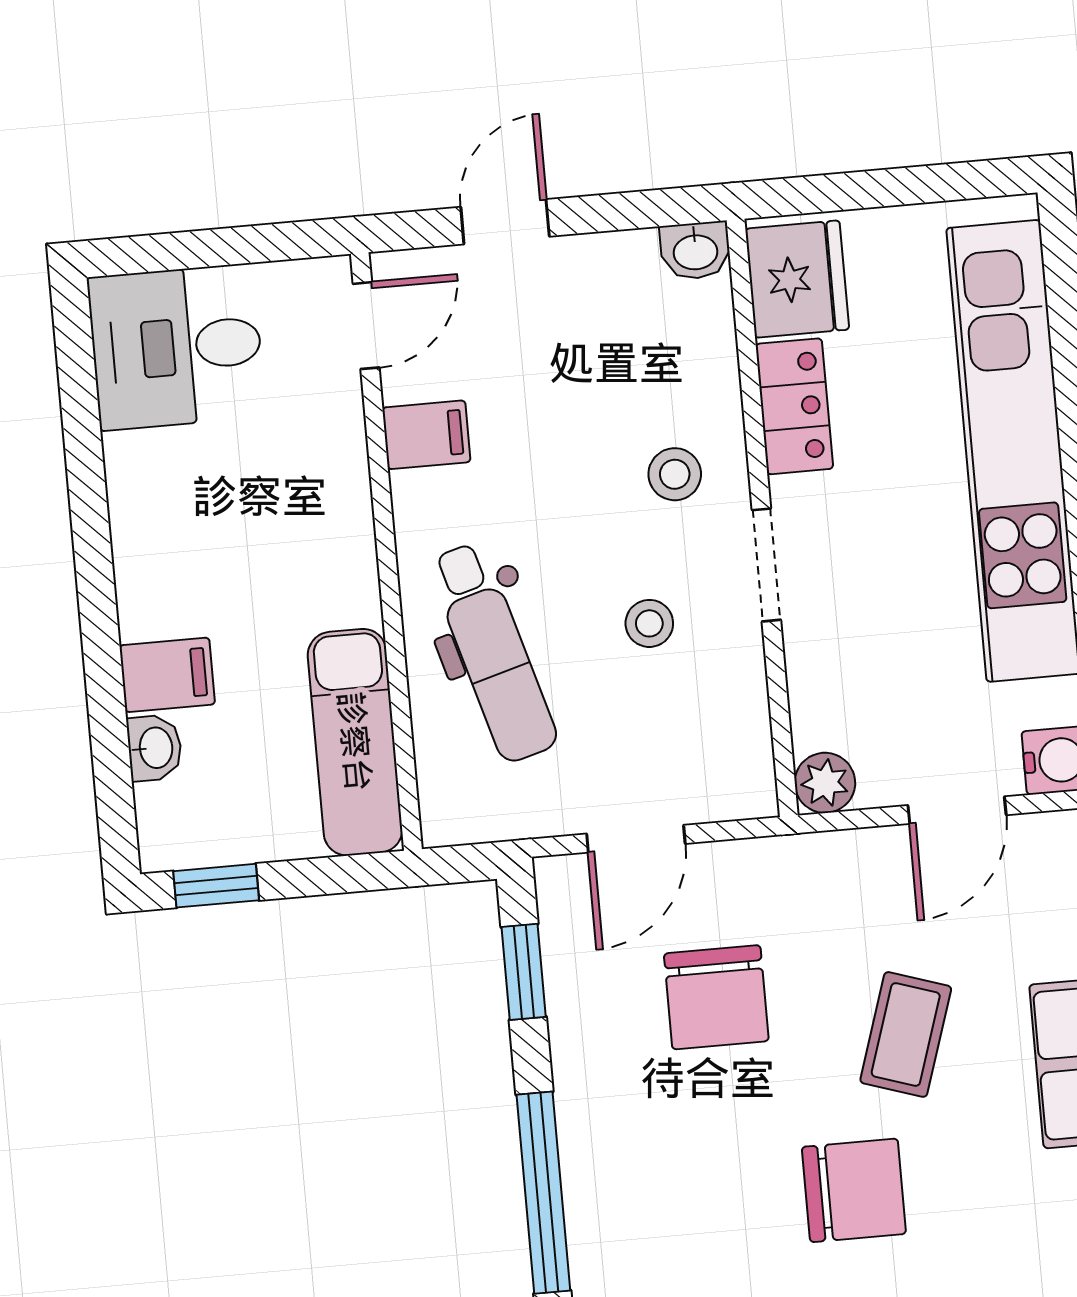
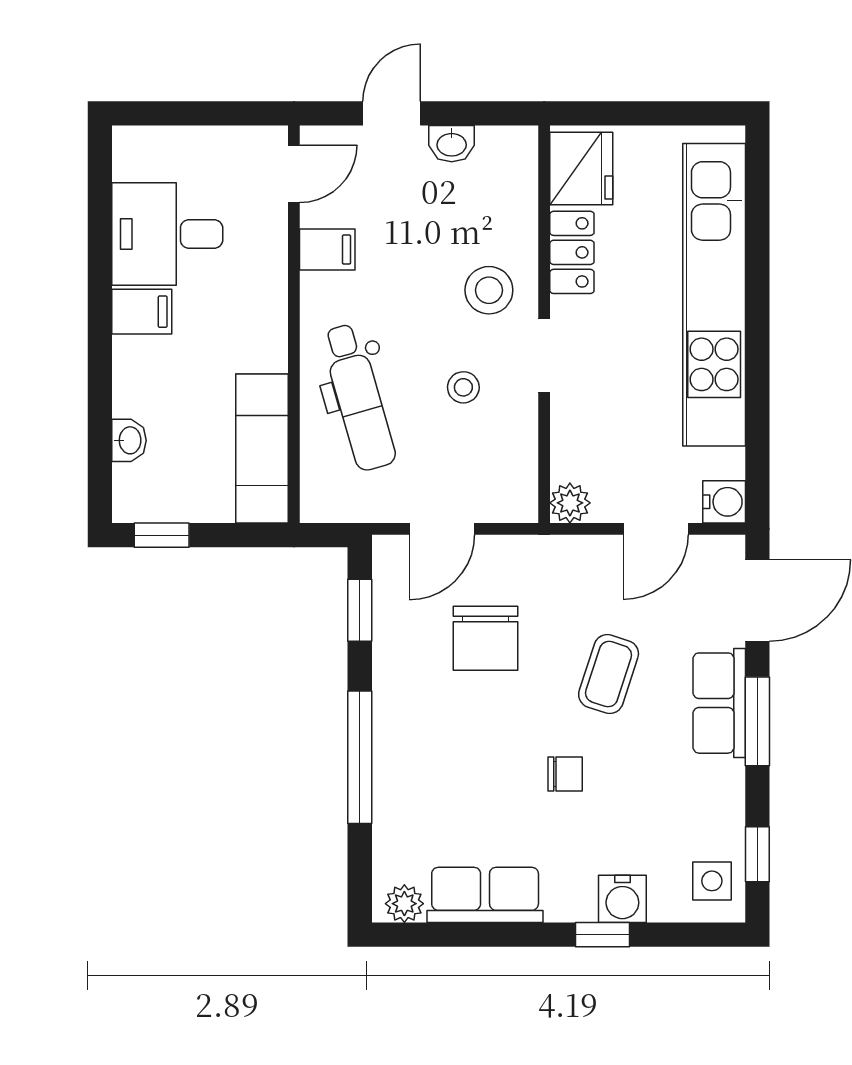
washbasin: (695, 251) -> (452, 144), moved
desk: (177, 347) -> (167, 234), moved
stool: (675, 474) -> (489, 290), width x1.37, depth x1.37
filing cabinet: (167, 675) -> (142, 312), moved
chair: (854, 1190) -> (565, 774), width x0.54, depth x0.54

